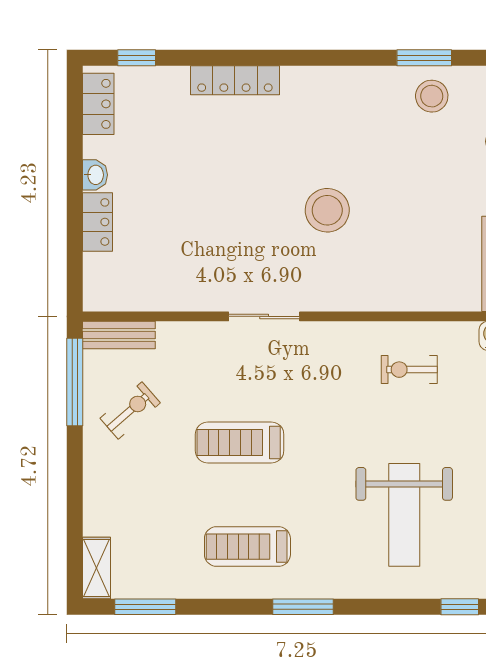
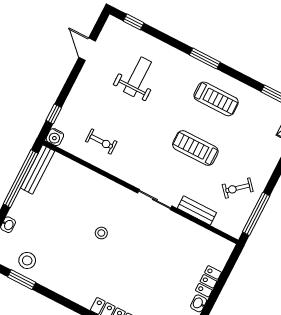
stool: (327, 210) -> (101, 233), width x0.53, depth x0.53
bench: (119, 335) -> (197, 210), moved
treadmill: (240, 442) -> (195, 148), turned 180
weight bench: (404, 515) -> (137, 77), width x0.73, depth x0.75

